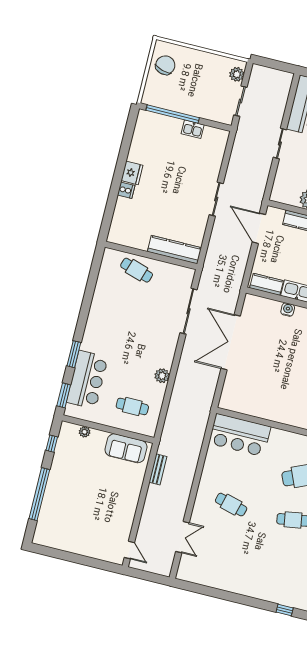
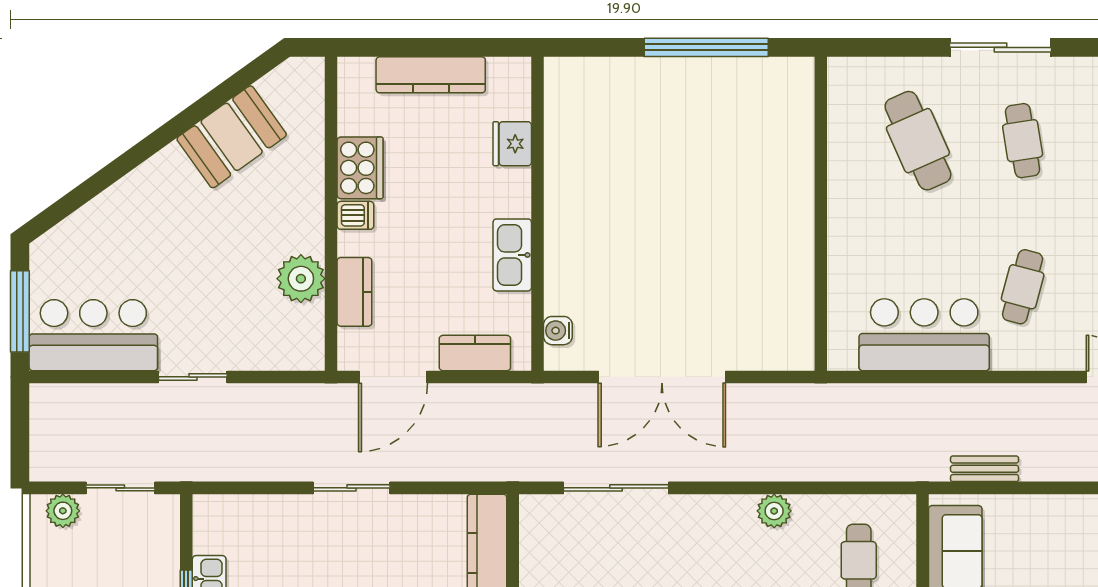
kitchen counter: (266, 284) -> (475, 353), moved, turned 90
water cooler: (288, 310) -> (558, 331), moved
bar counter: (240, 435) -> (924, 335), moved, turned -90

